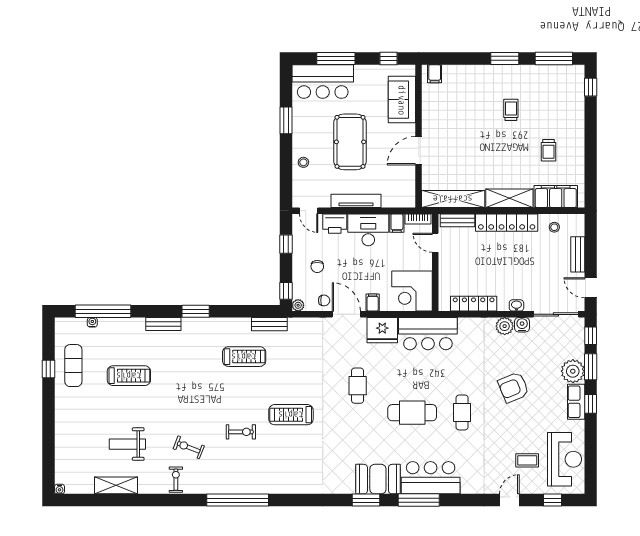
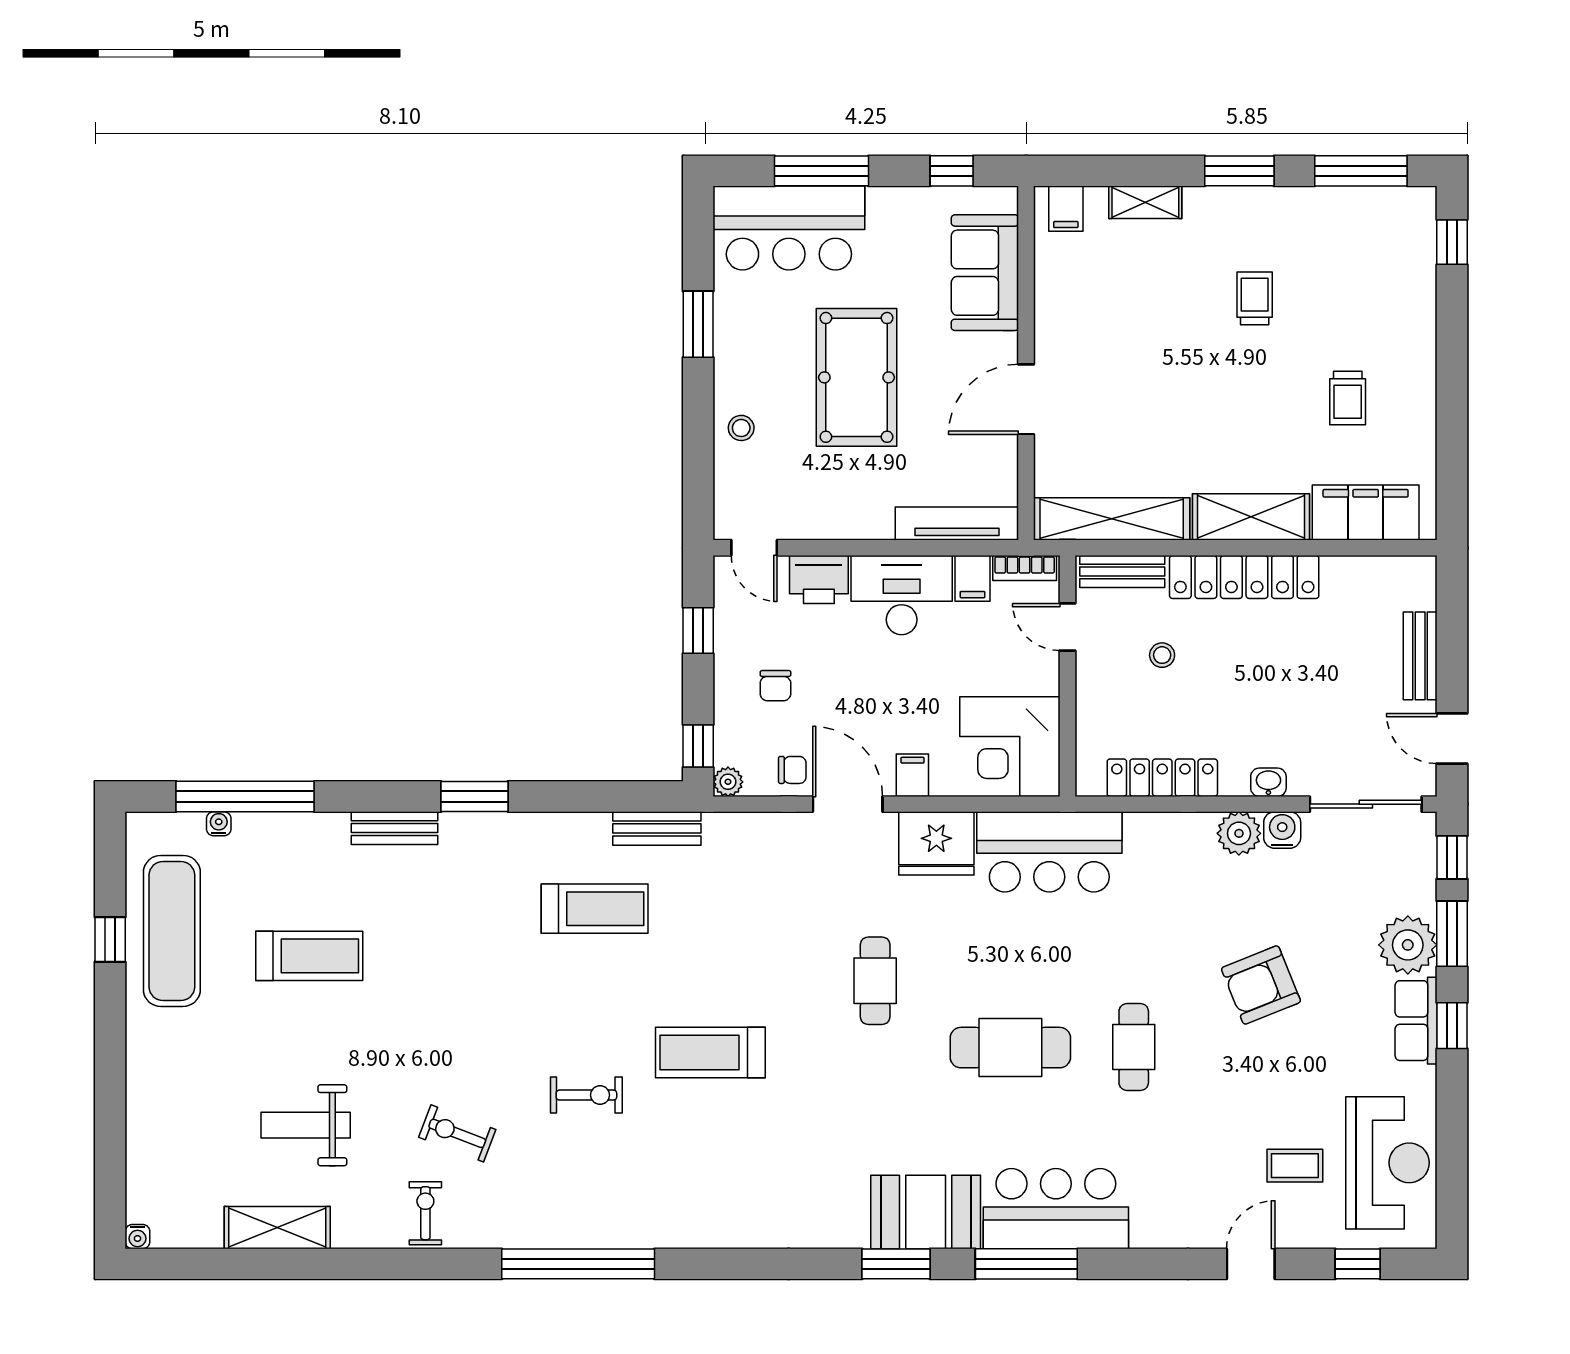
shelving: (467, 71) -> (1145, 202), added
tv unit: (356, 201) -> (957, 524), moved
stool: (554, 227) -> (1162, 655), moved
exercise mat: (73, 366) -> (172, 931), width x1.36, depth x1.45

